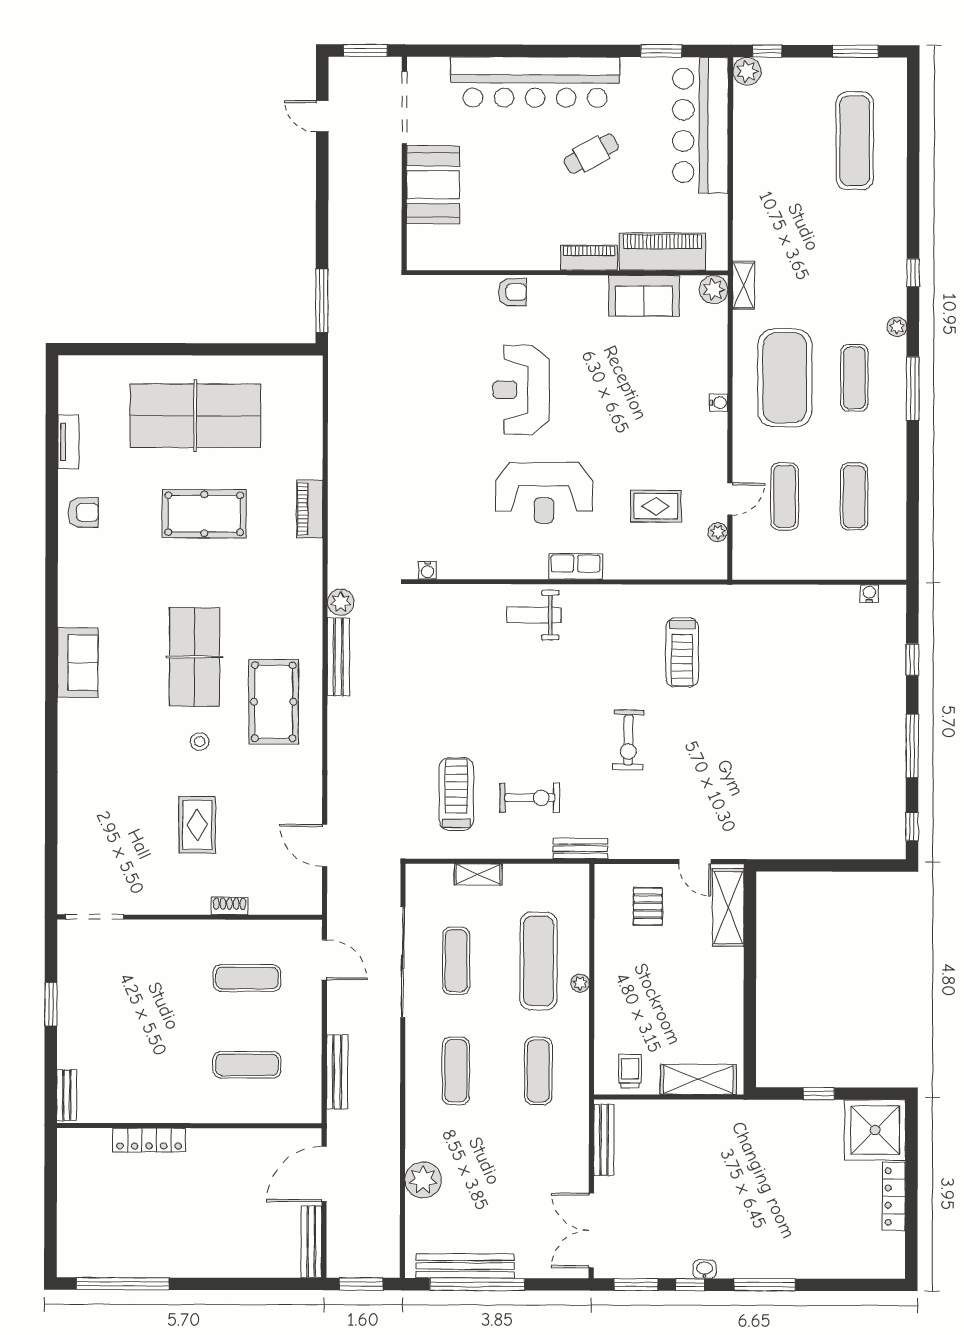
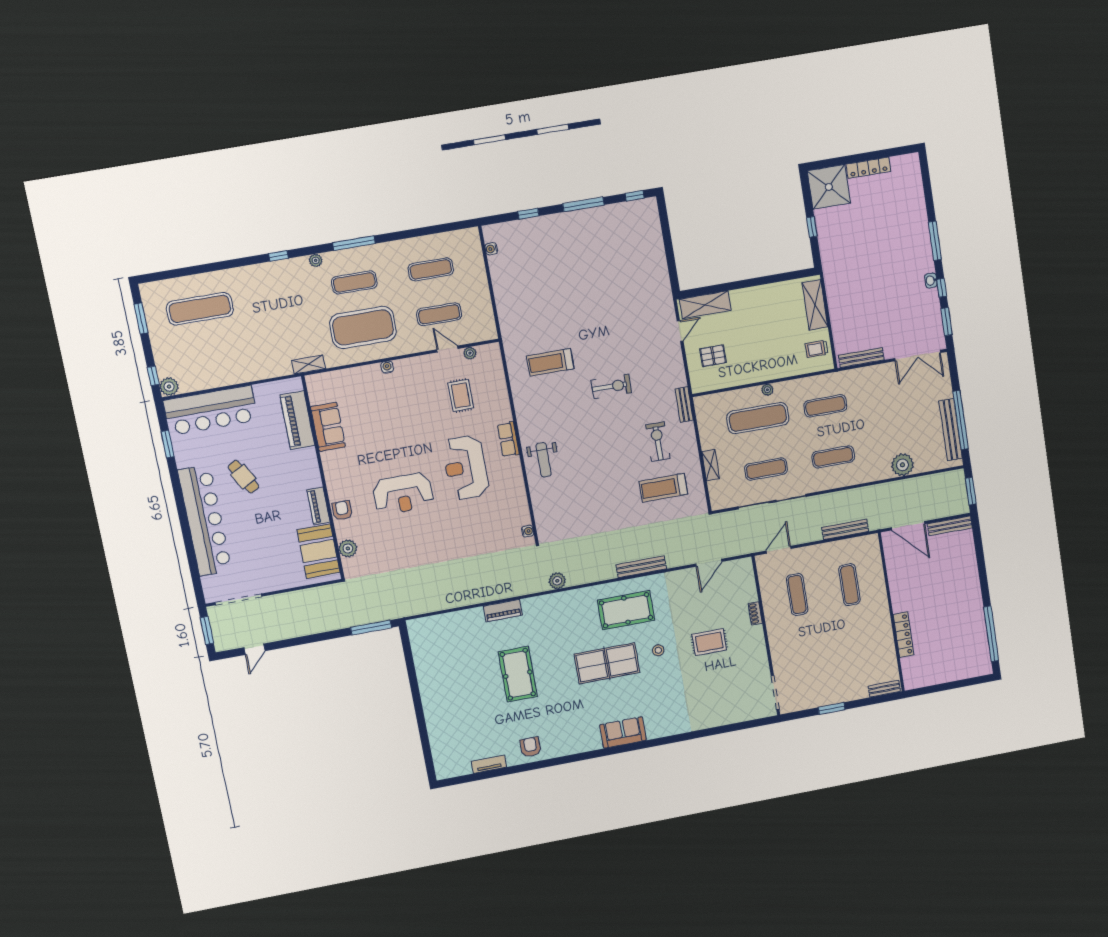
booth: (433, 185) -> (318, 551), moved, turned 90
piano: (589, 258) -> (318, 506), moved
plant: (714, 290) -> (348, 548), moved
table tennis table: (195, 416) -> (458, 691), removed
reception desk: (544, 493) -> (466, 467), turned 180
treadmill: (682, 652) -> (550, 362), turned 180
bench: (338, 657) -> (641, 567), moved

